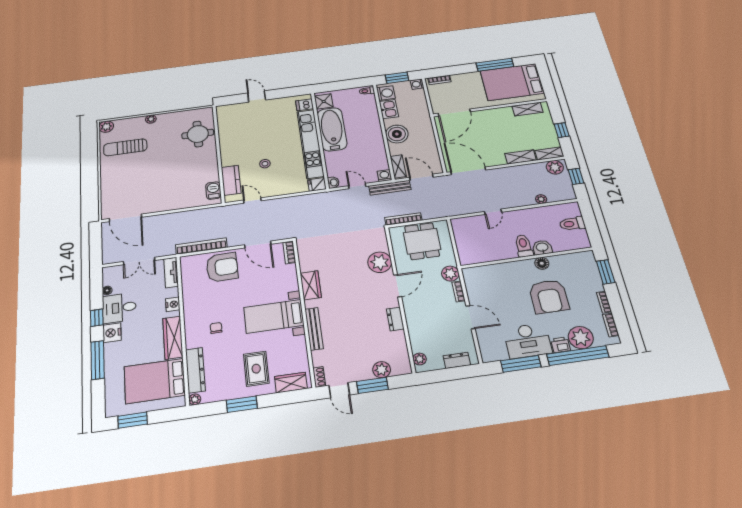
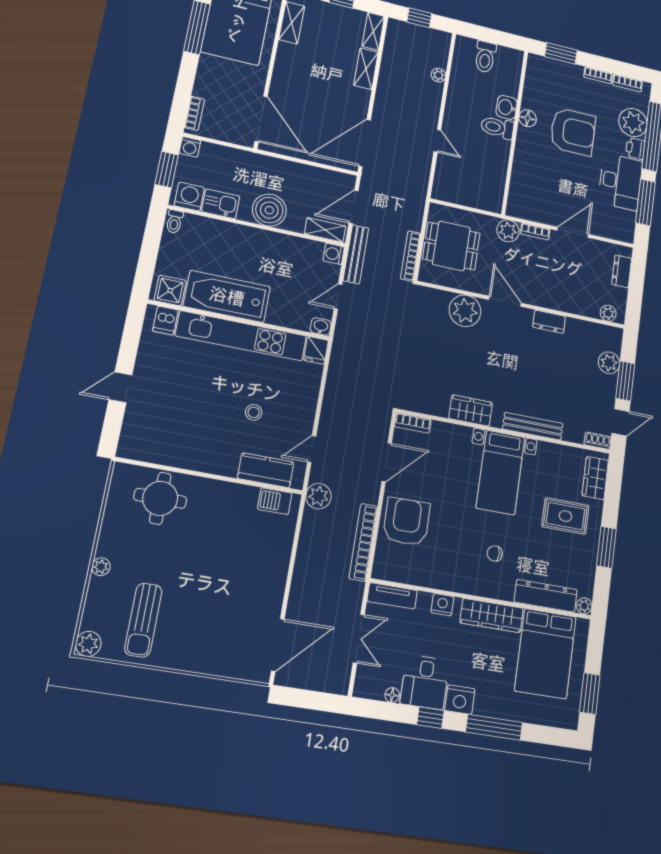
plant: (555, 167) -> (319, 496), moved

